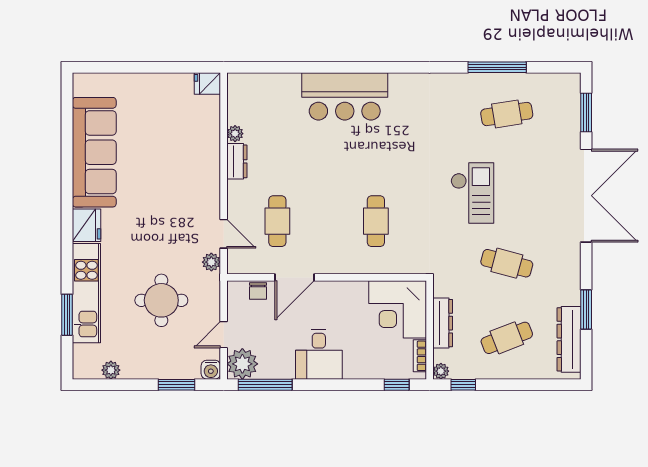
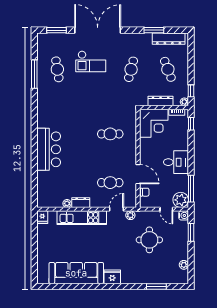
checkout: (472, 193) -> (91, 61), moved, turned 180
kitchen unit: (86, 293) -> (82, 218), moved, turned 180

